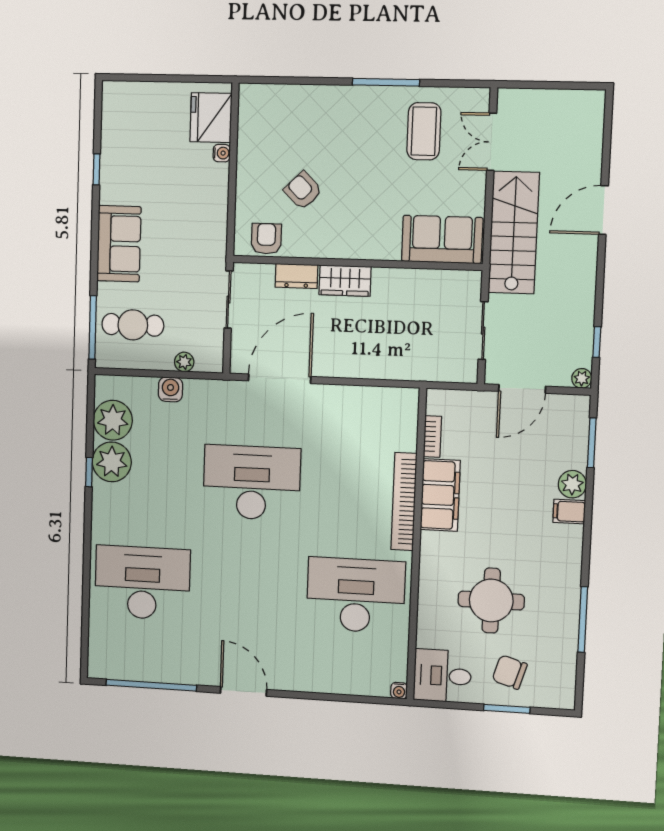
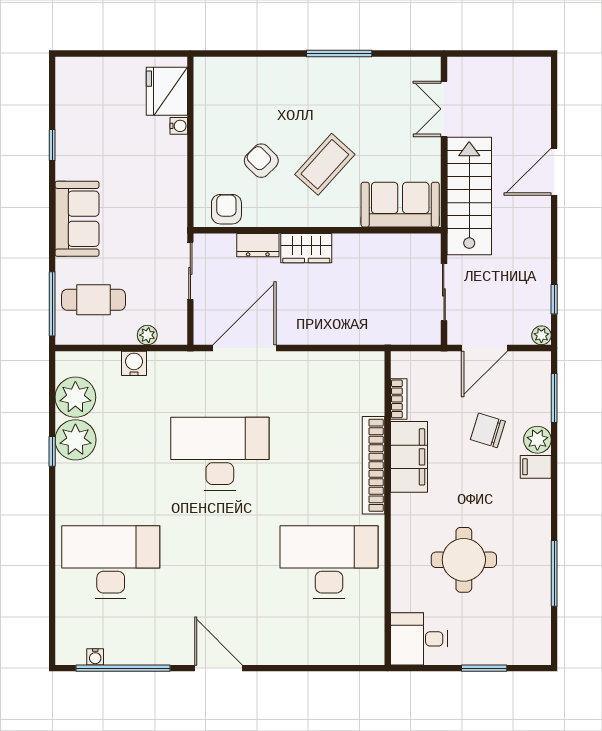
coffee table: (424, 131) -> (325, 164), moved, turned 42
chair: (510, 672) -> (488, 430), moved
water cooler: (399, 691) -> (95, 657), moved

